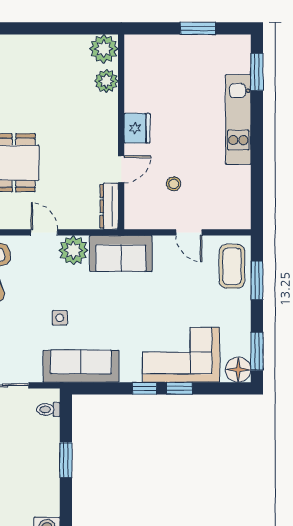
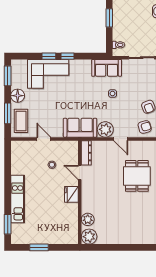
door: (121, 169) -> (80, 173), hinge flipped
sofa: (81, 366) -> (107, 68), width x0.73
floor lamp: (238, 370) -> (18, 96), moved

